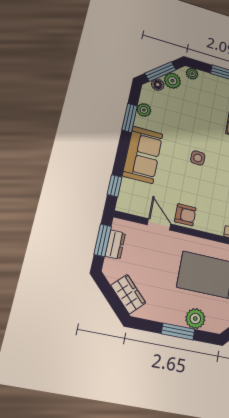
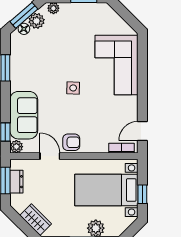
plant: (144, 110) -> (16, 147), moved
sofa: (143, 155) -> (24, 115), moved

